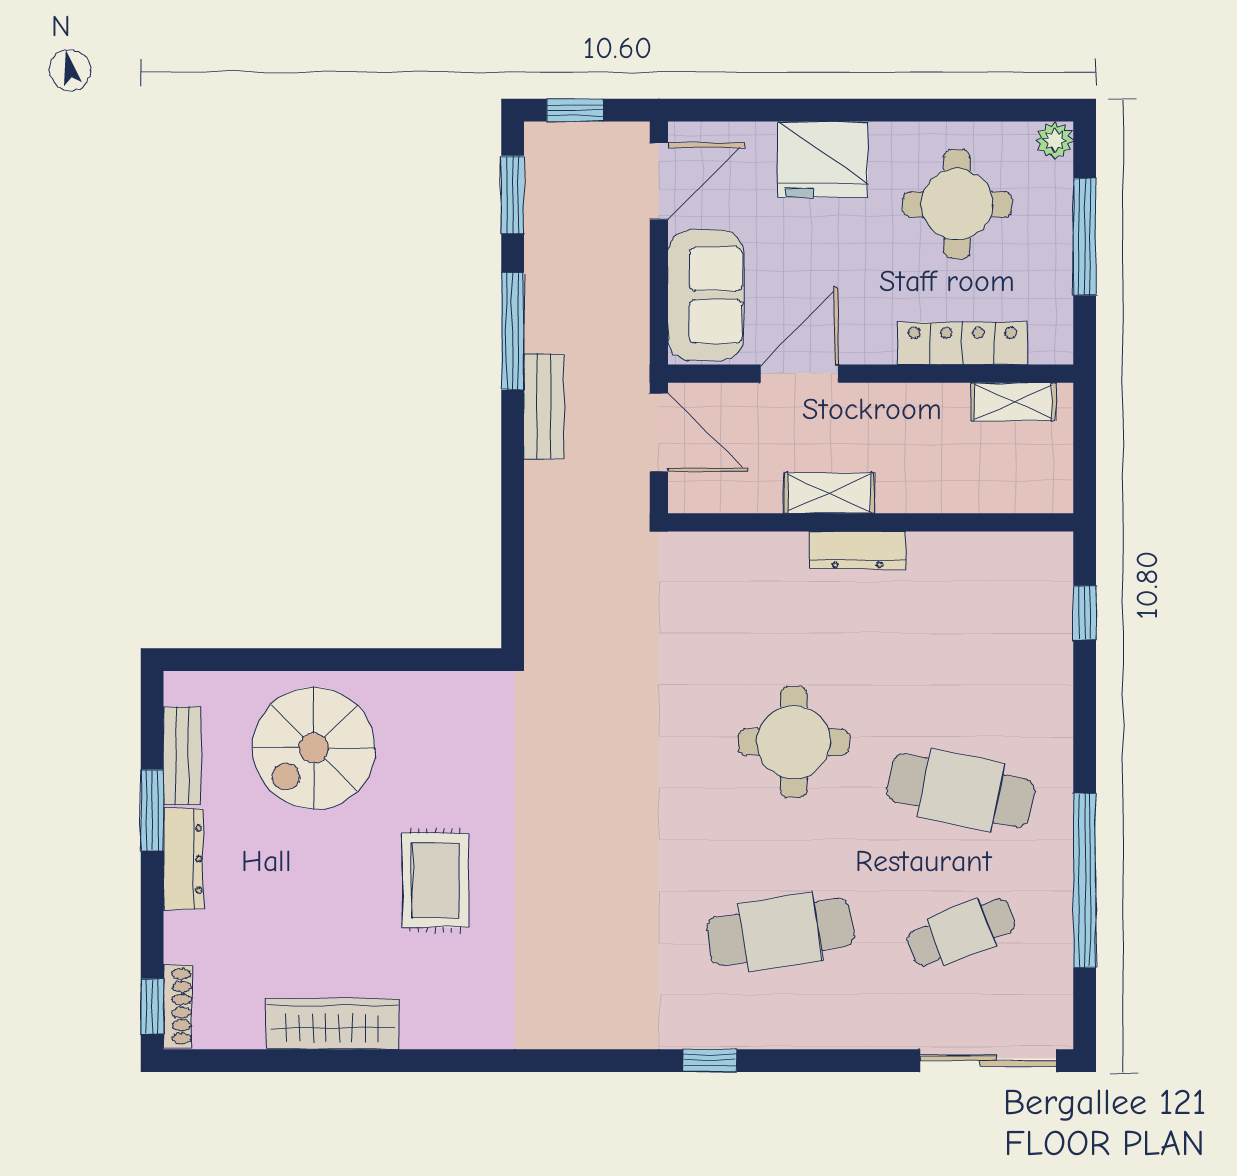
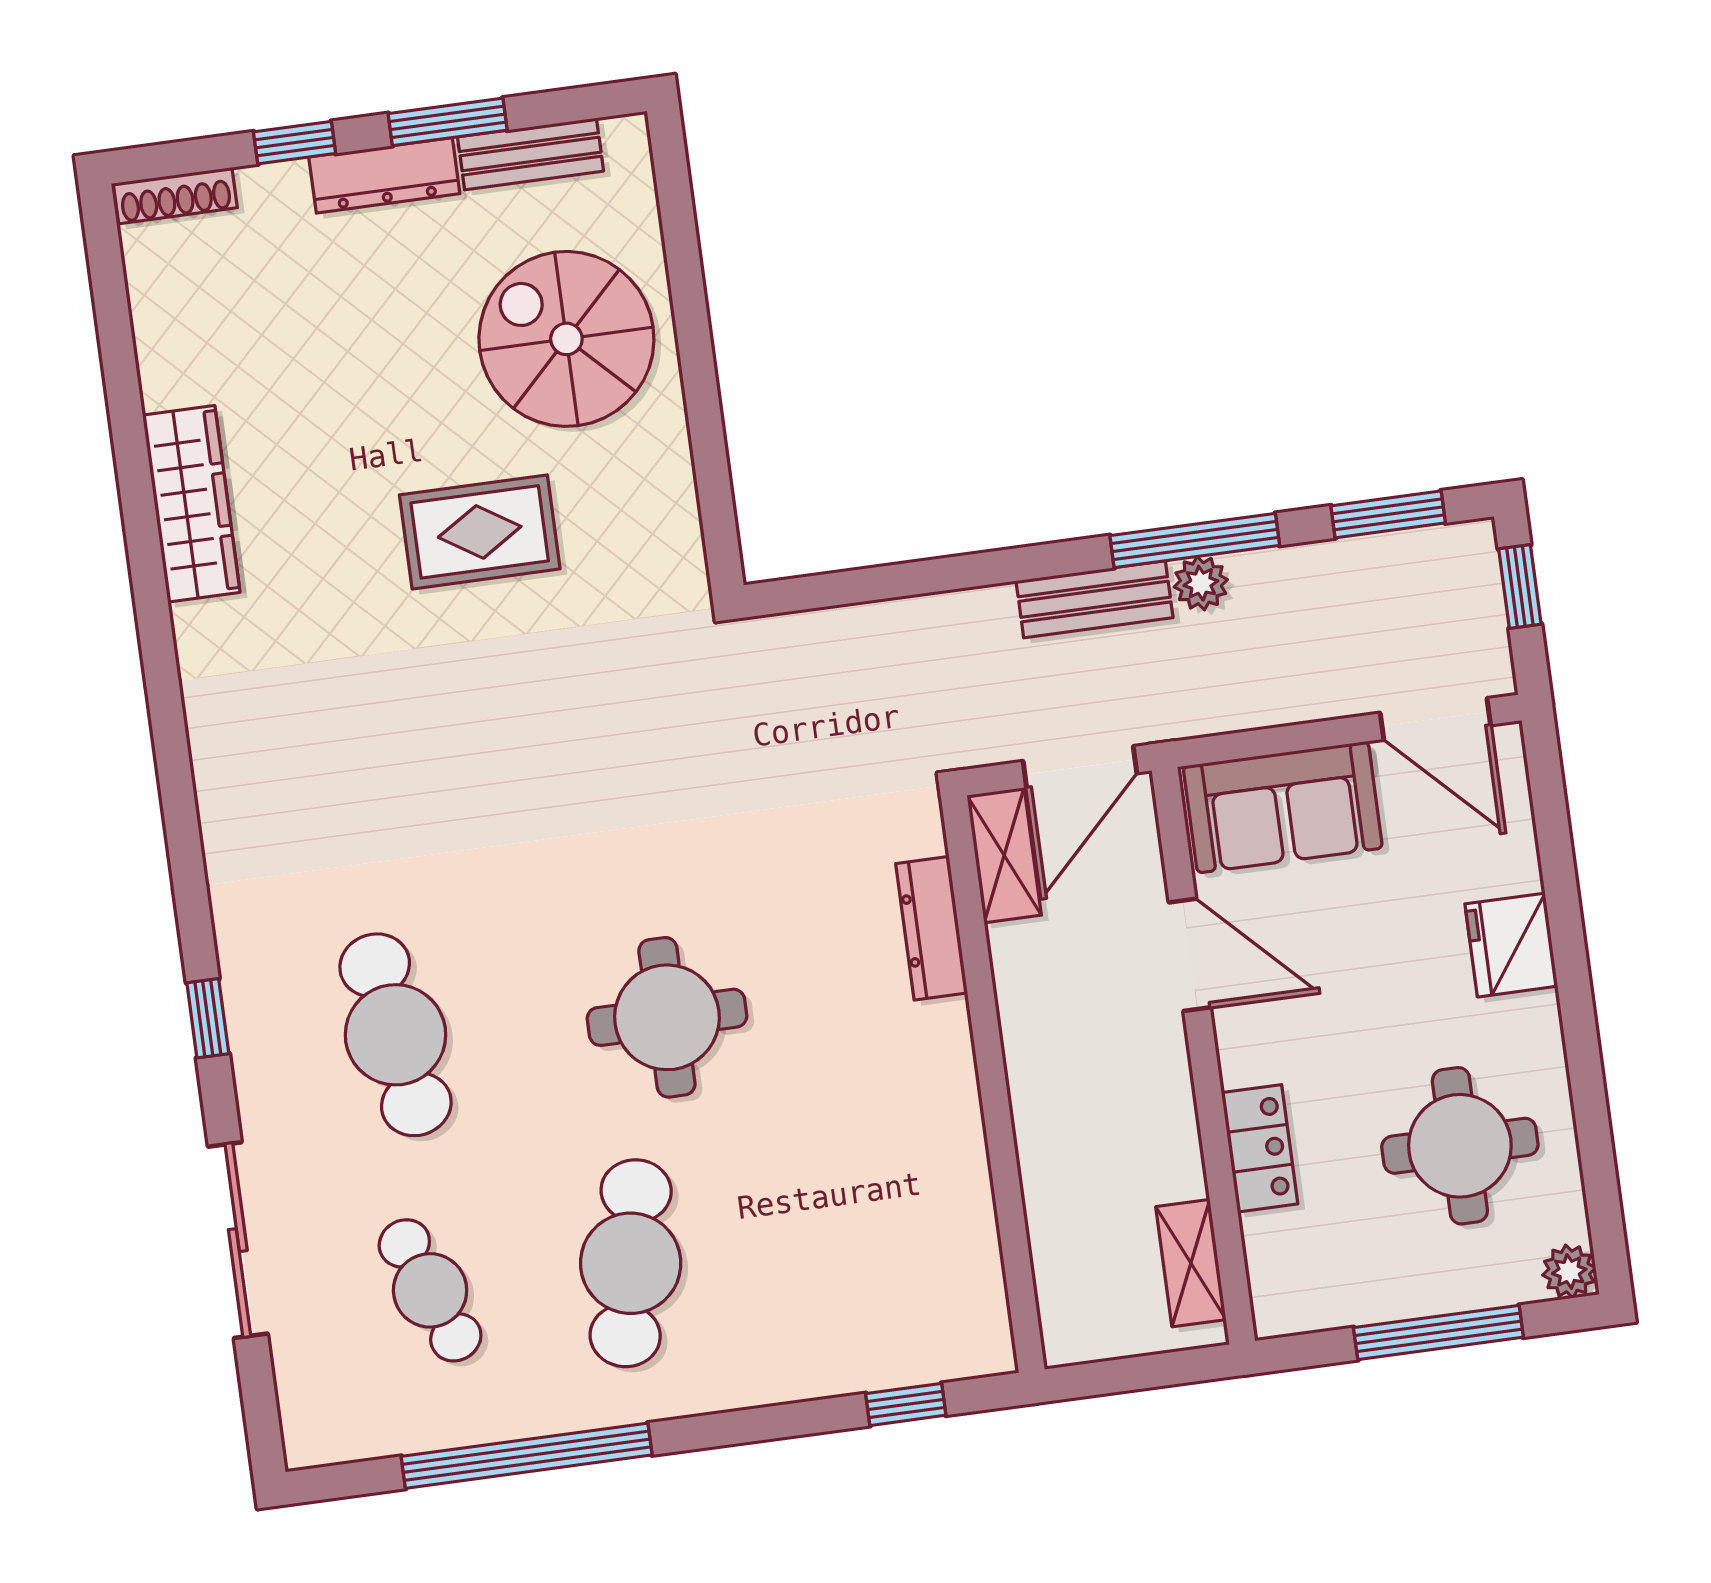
fridge: (823, 159) -> (1511, 945), width x0.73, depth x0.75
plant: (543, 331) -> (1201, 583), added
locker: (962, 343) -> (1260, 1148), width x0.66
shelving: (829, 493) -> (1004, 855), moved
dresser: (857, 550) -> (932, 928), moved
rug: (435, 880) -> (480, 532), moved
window: (152, 1006) -> (295, 143), moved
wardrobe: (332, 1024) -> (191, 504), moved
window: (710, 1061) -> (208, 1018), moved
sliding door: (988, 1061) -> (238, 1240), moved

